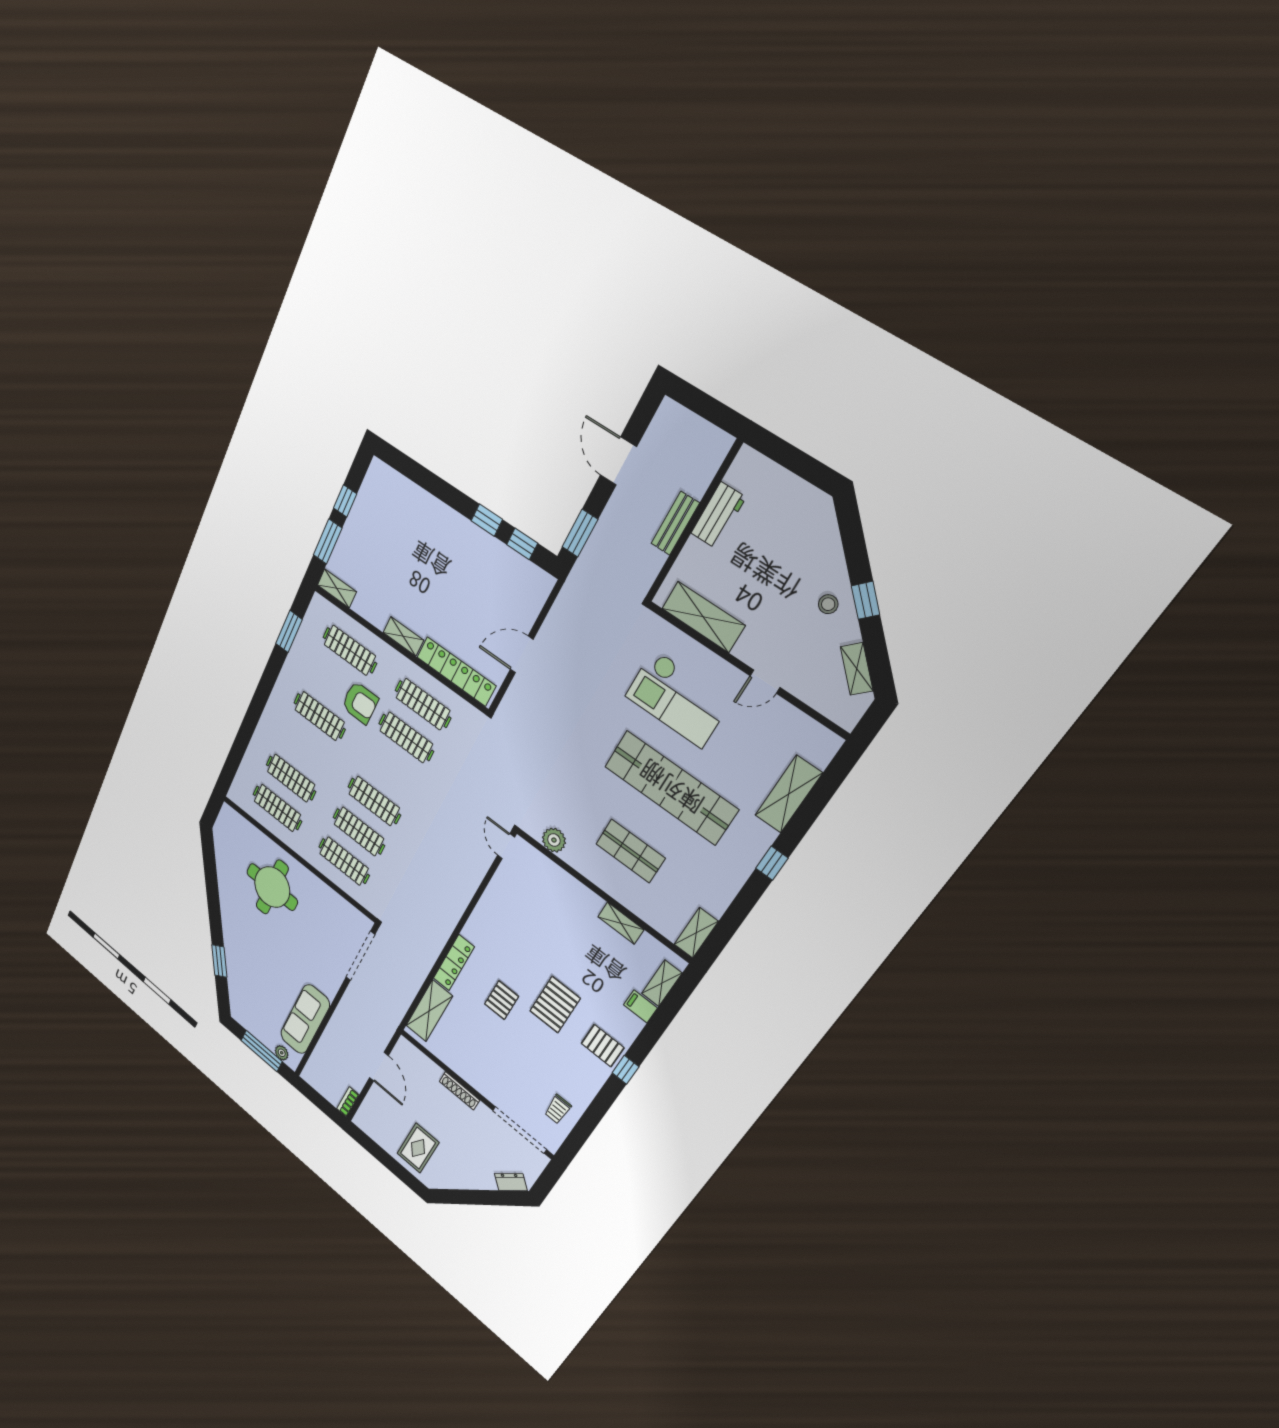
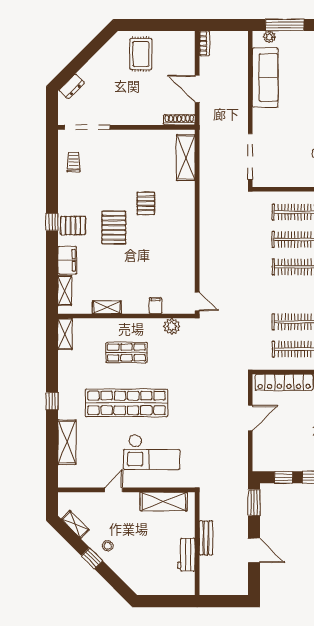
checkout: (678, 698) -> (152, 452), turned 180
filing cabinet: (559, 879) -> (156, 306), added
locker: (454, 963) -> (188, 203), removed
filing cabinet: (640, 1006) -> (67, 260), width x2.00
shoe rack: (459, 1091) -> (179, 120), moved

